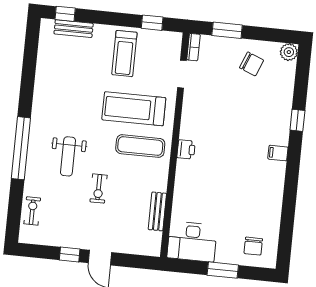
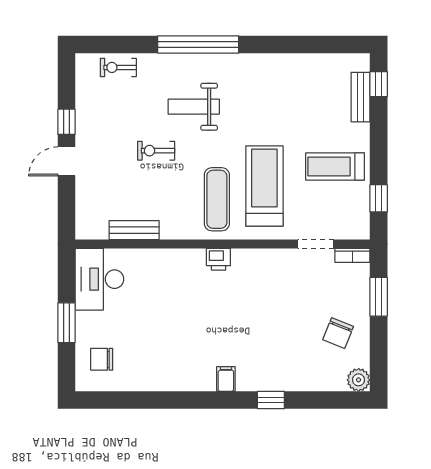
exercise bike: (32, 211) -> (118, 67), turned 180

